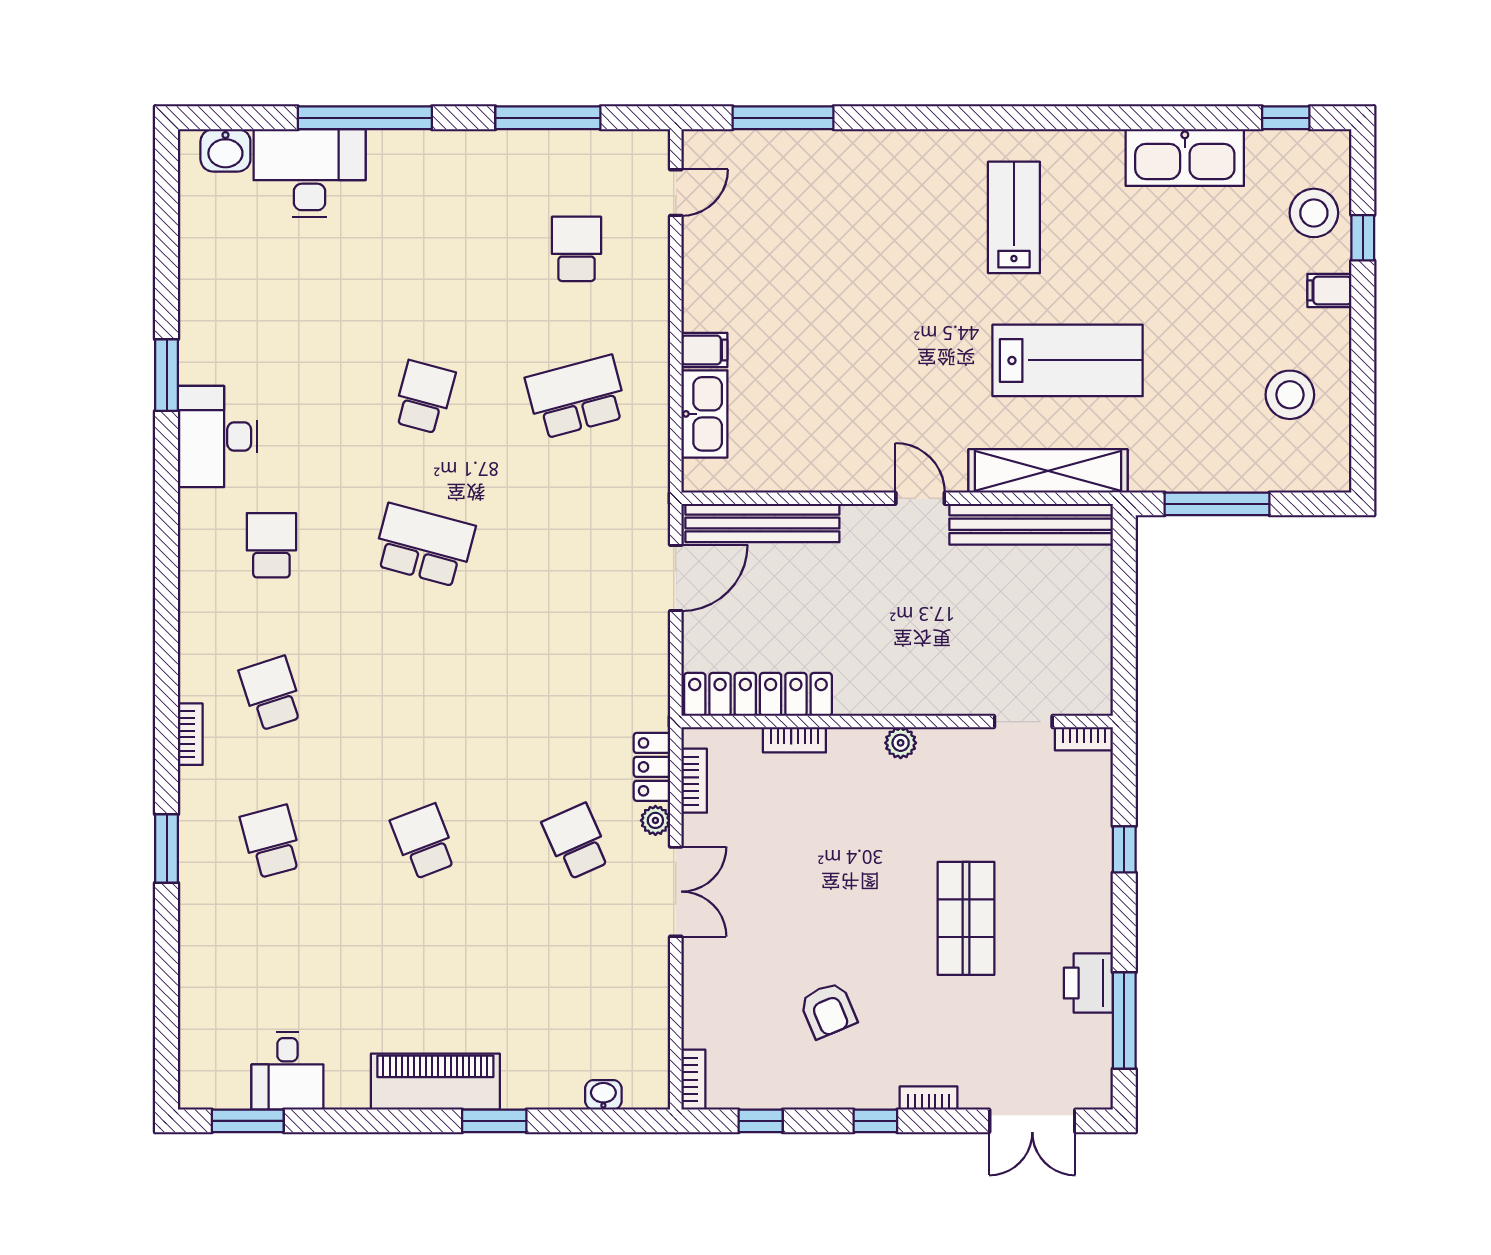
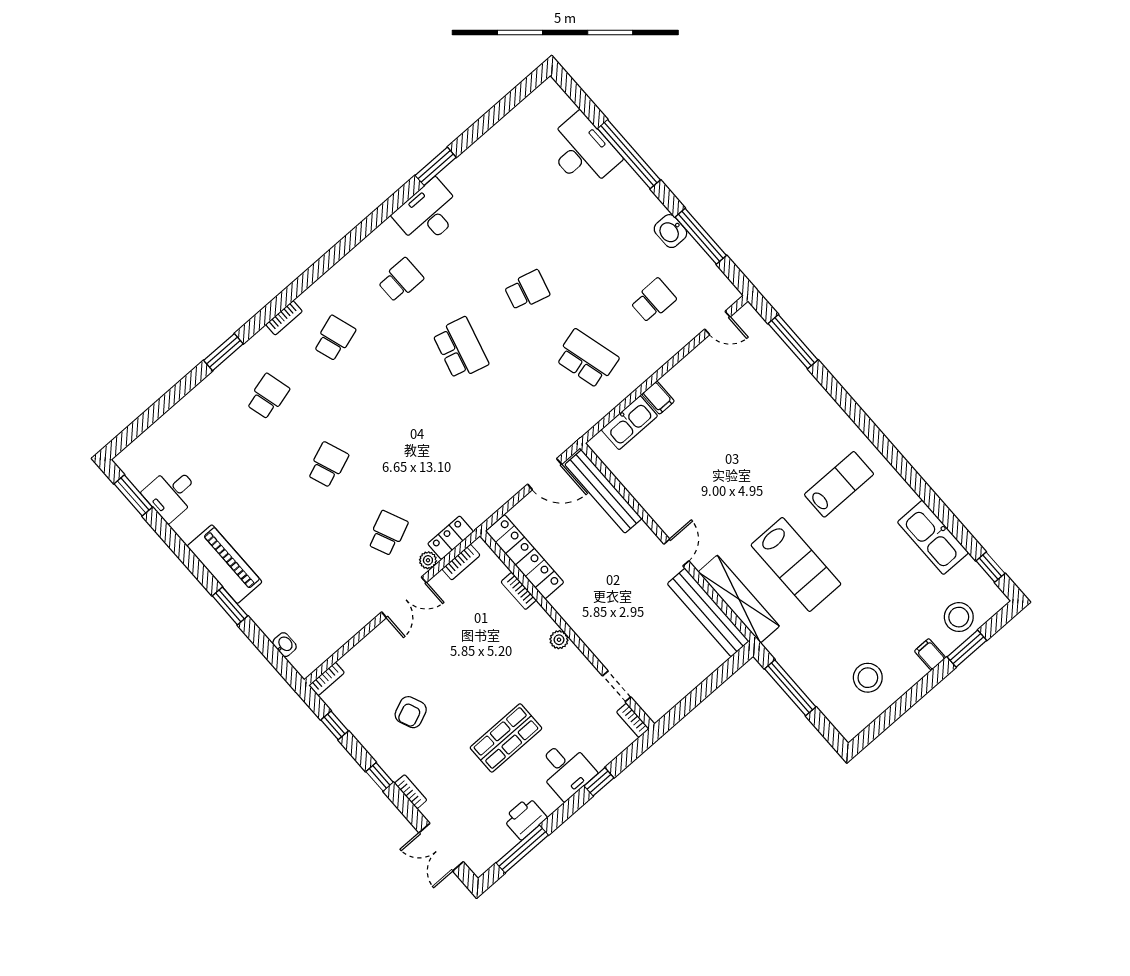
washbasin: (225, 150) -> (670, 231), moved
window: (1363, 238) -> (967, 649), width x1.50
desk: (1072, 878) -> (566, 770), added

